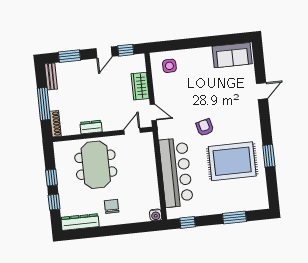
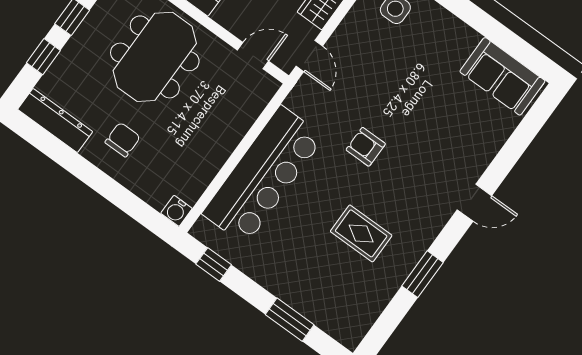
door: (262, 91) -> (474, 203), moved
armchair: (205, 127) -> (366, 147), turned -76
rug: (232, 161) -> (361, 233), width x0.54, depth x0.49

